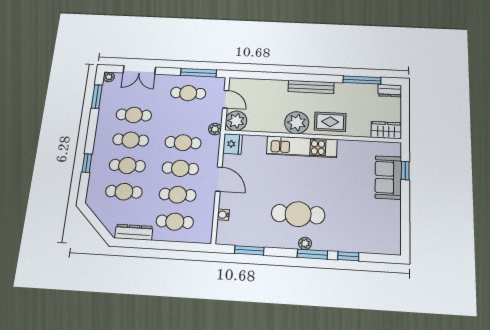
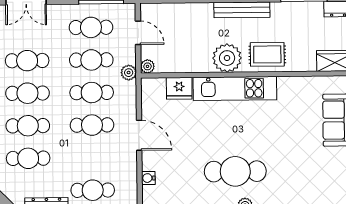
plant: (236, 121) -> (147, 66), width x0.53, depth x0.53
fridge: (233, 144) -> (179, 88), moved, turned 90
cafe table: (178, 195) -> (91, 60), moved

